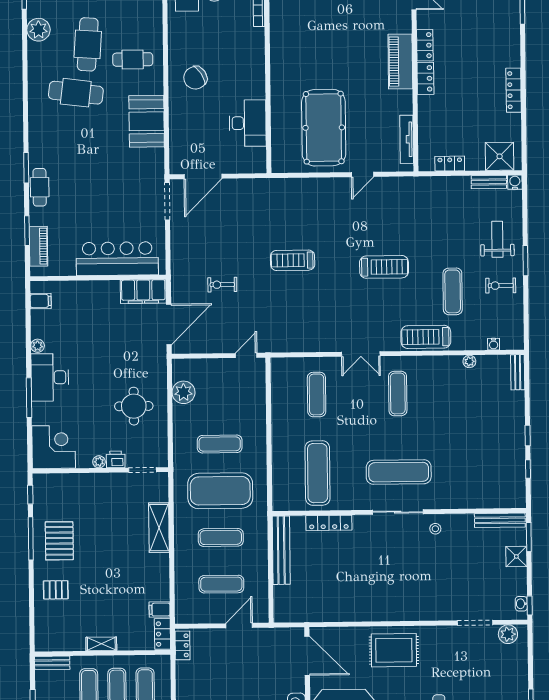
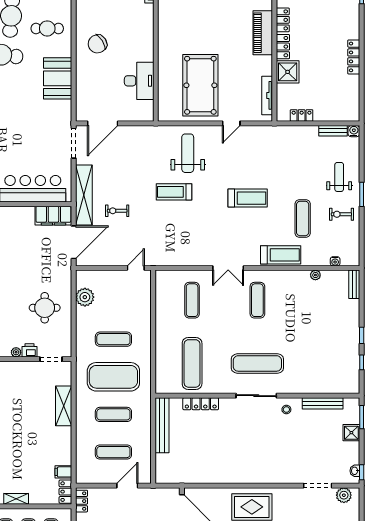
shower: (500, 156) -> (288, 72), moved
weight bench: (309, 212) -> (188, 153), added
shelving: (181, 265) -> (84, 195), added
treadmill: (426, 337) -> (281, 255), turned 180
bench: (500, 520) -> (323, 403), moved

